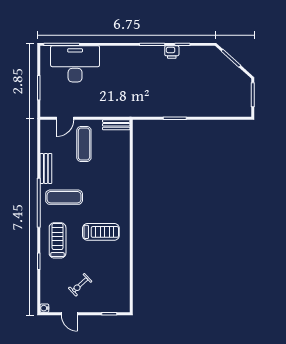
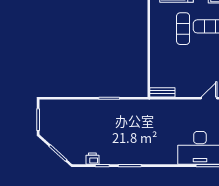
printer: (172, 52) -> (92, 159), moved
exercise mat: (84, 144) -> (183, 29), moved

